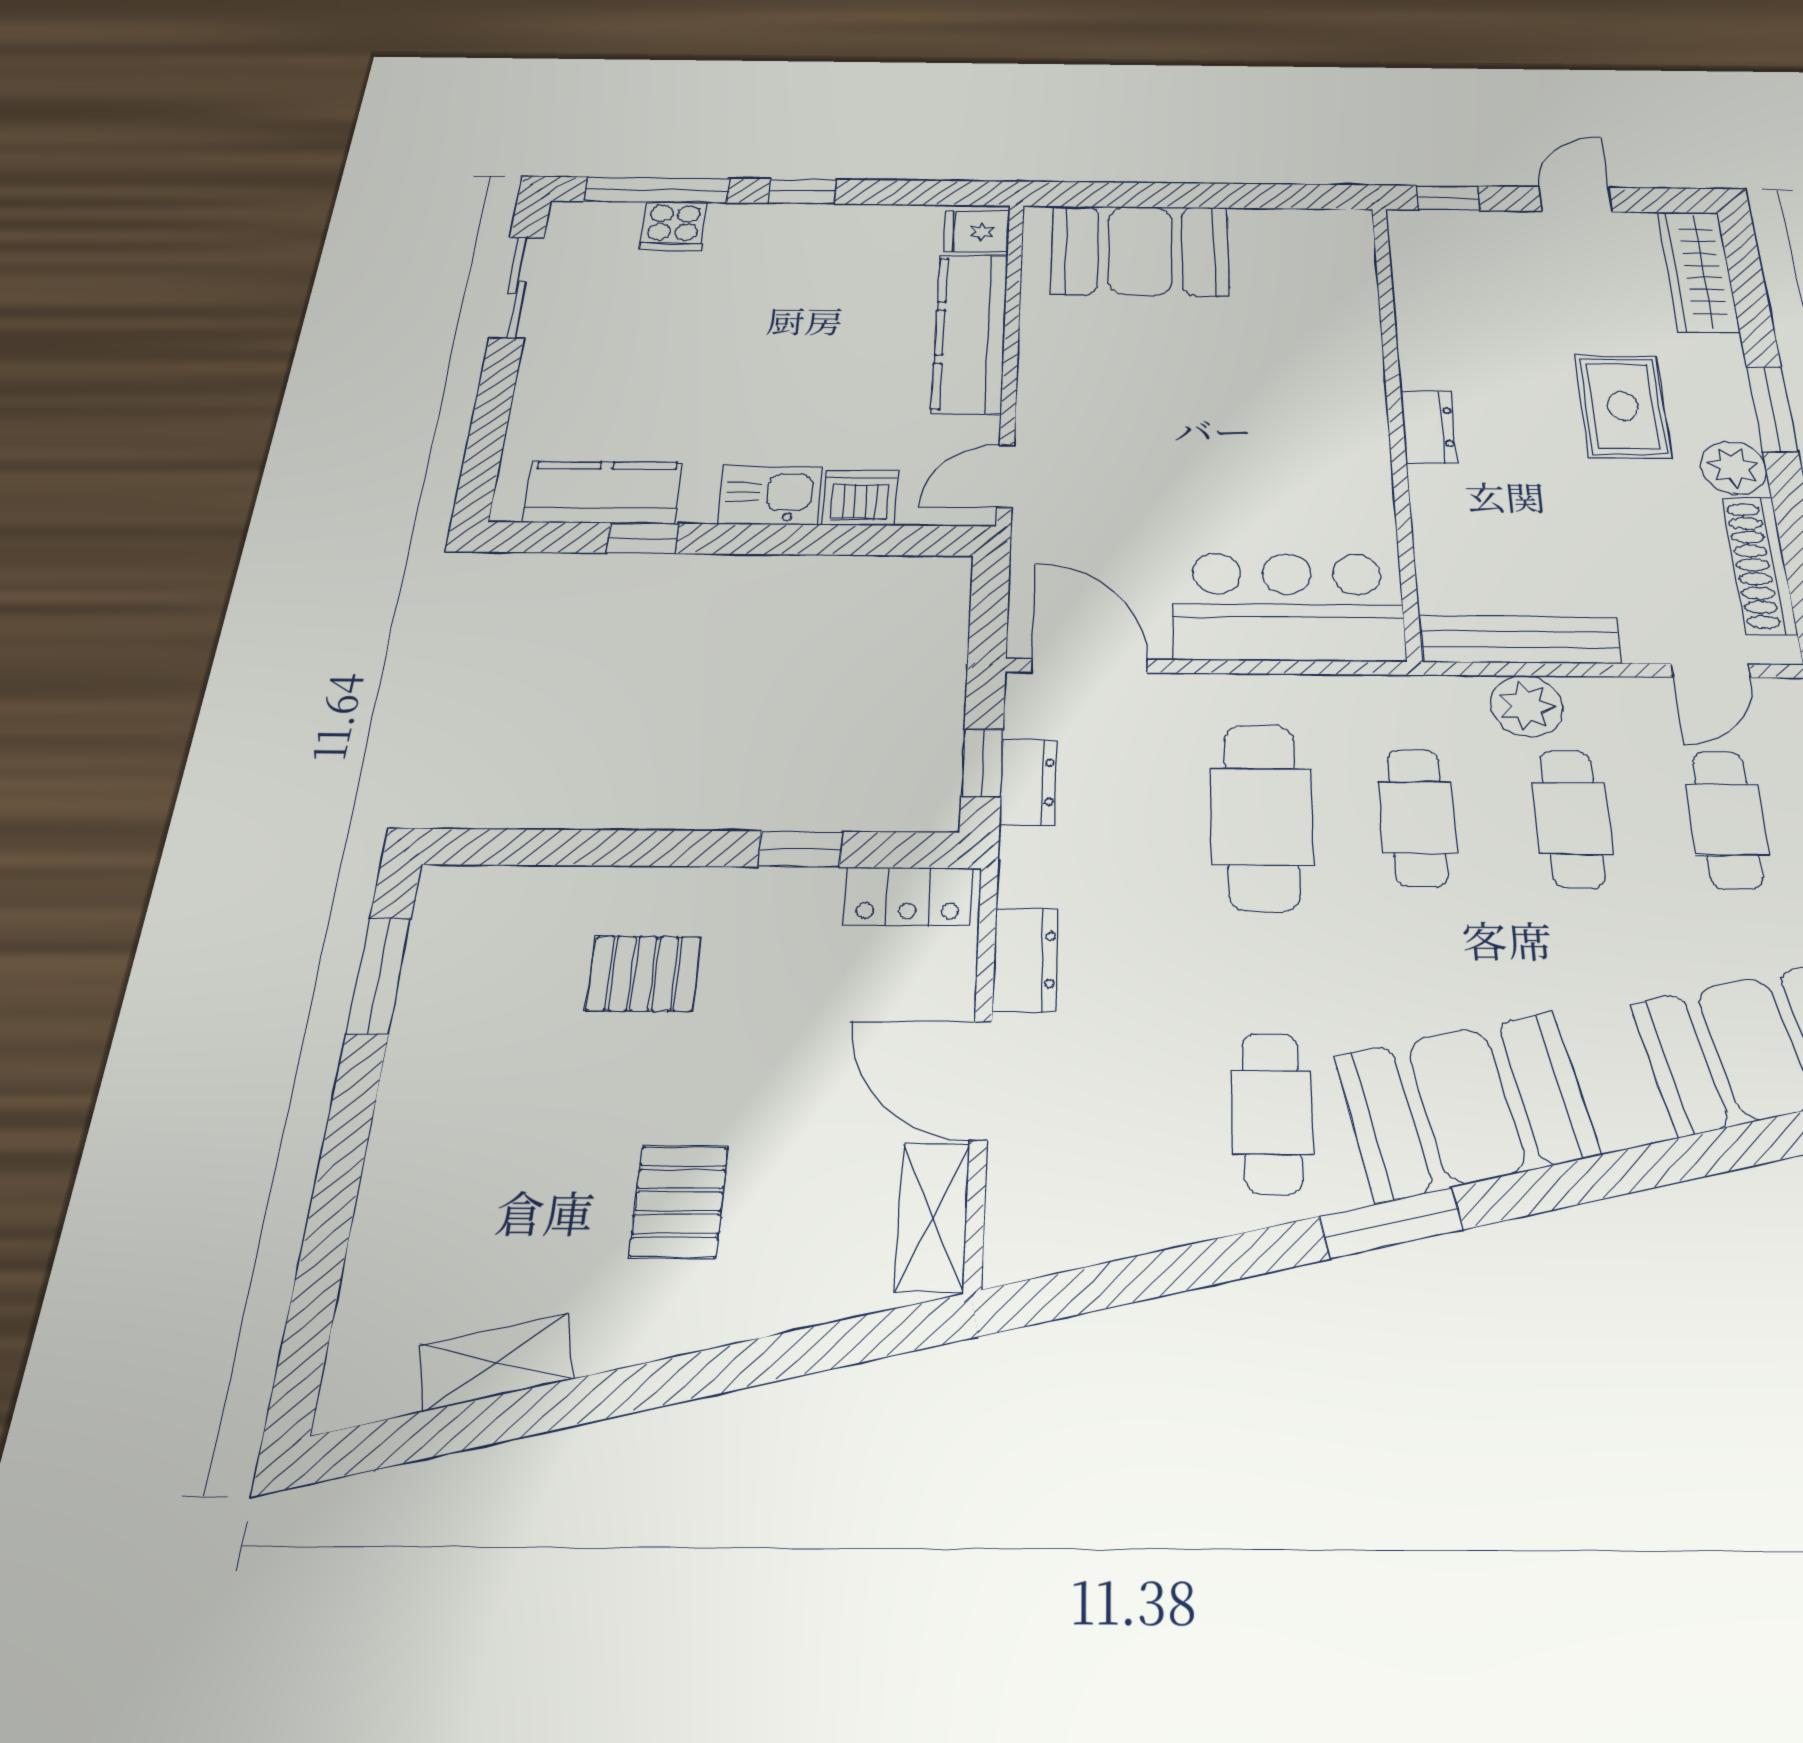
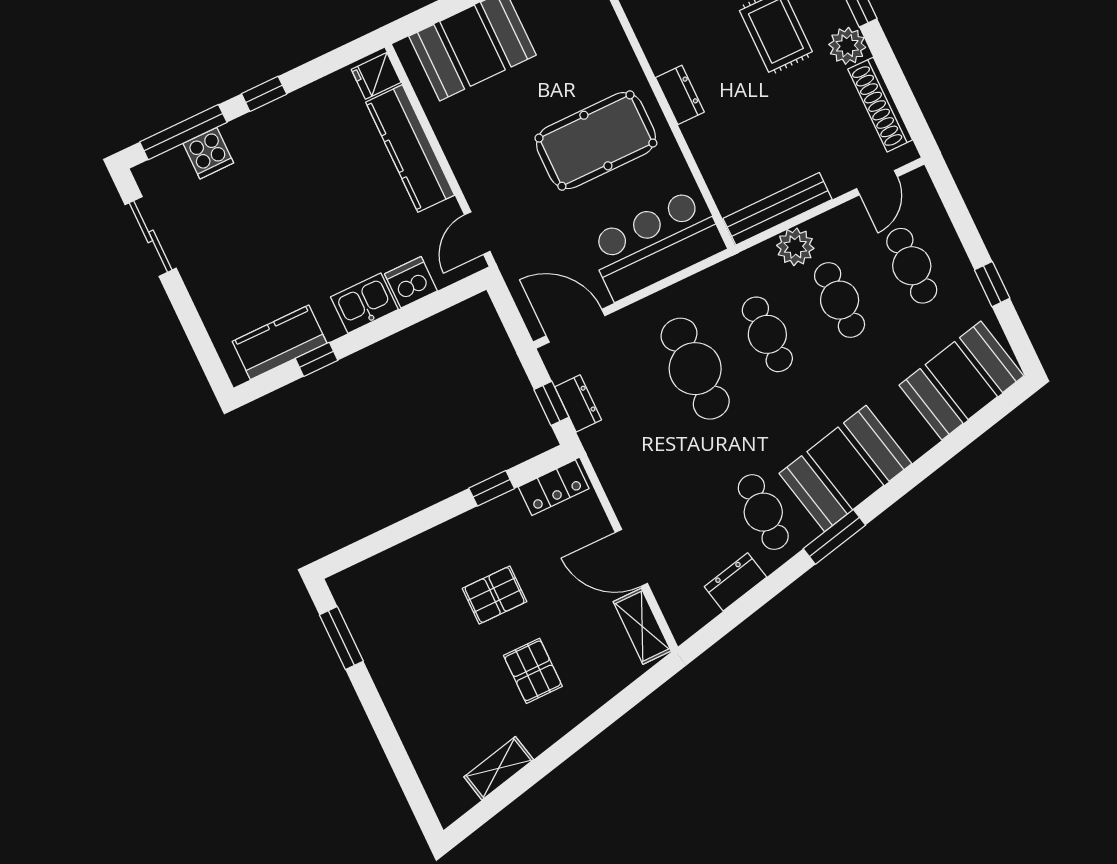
pool table: (1263, 432) -> (596, 141), added
dresser: (1025, 960) -> (735, 582), moved, turned -103
pallet: (644, 974) -> (495, 595), moved

